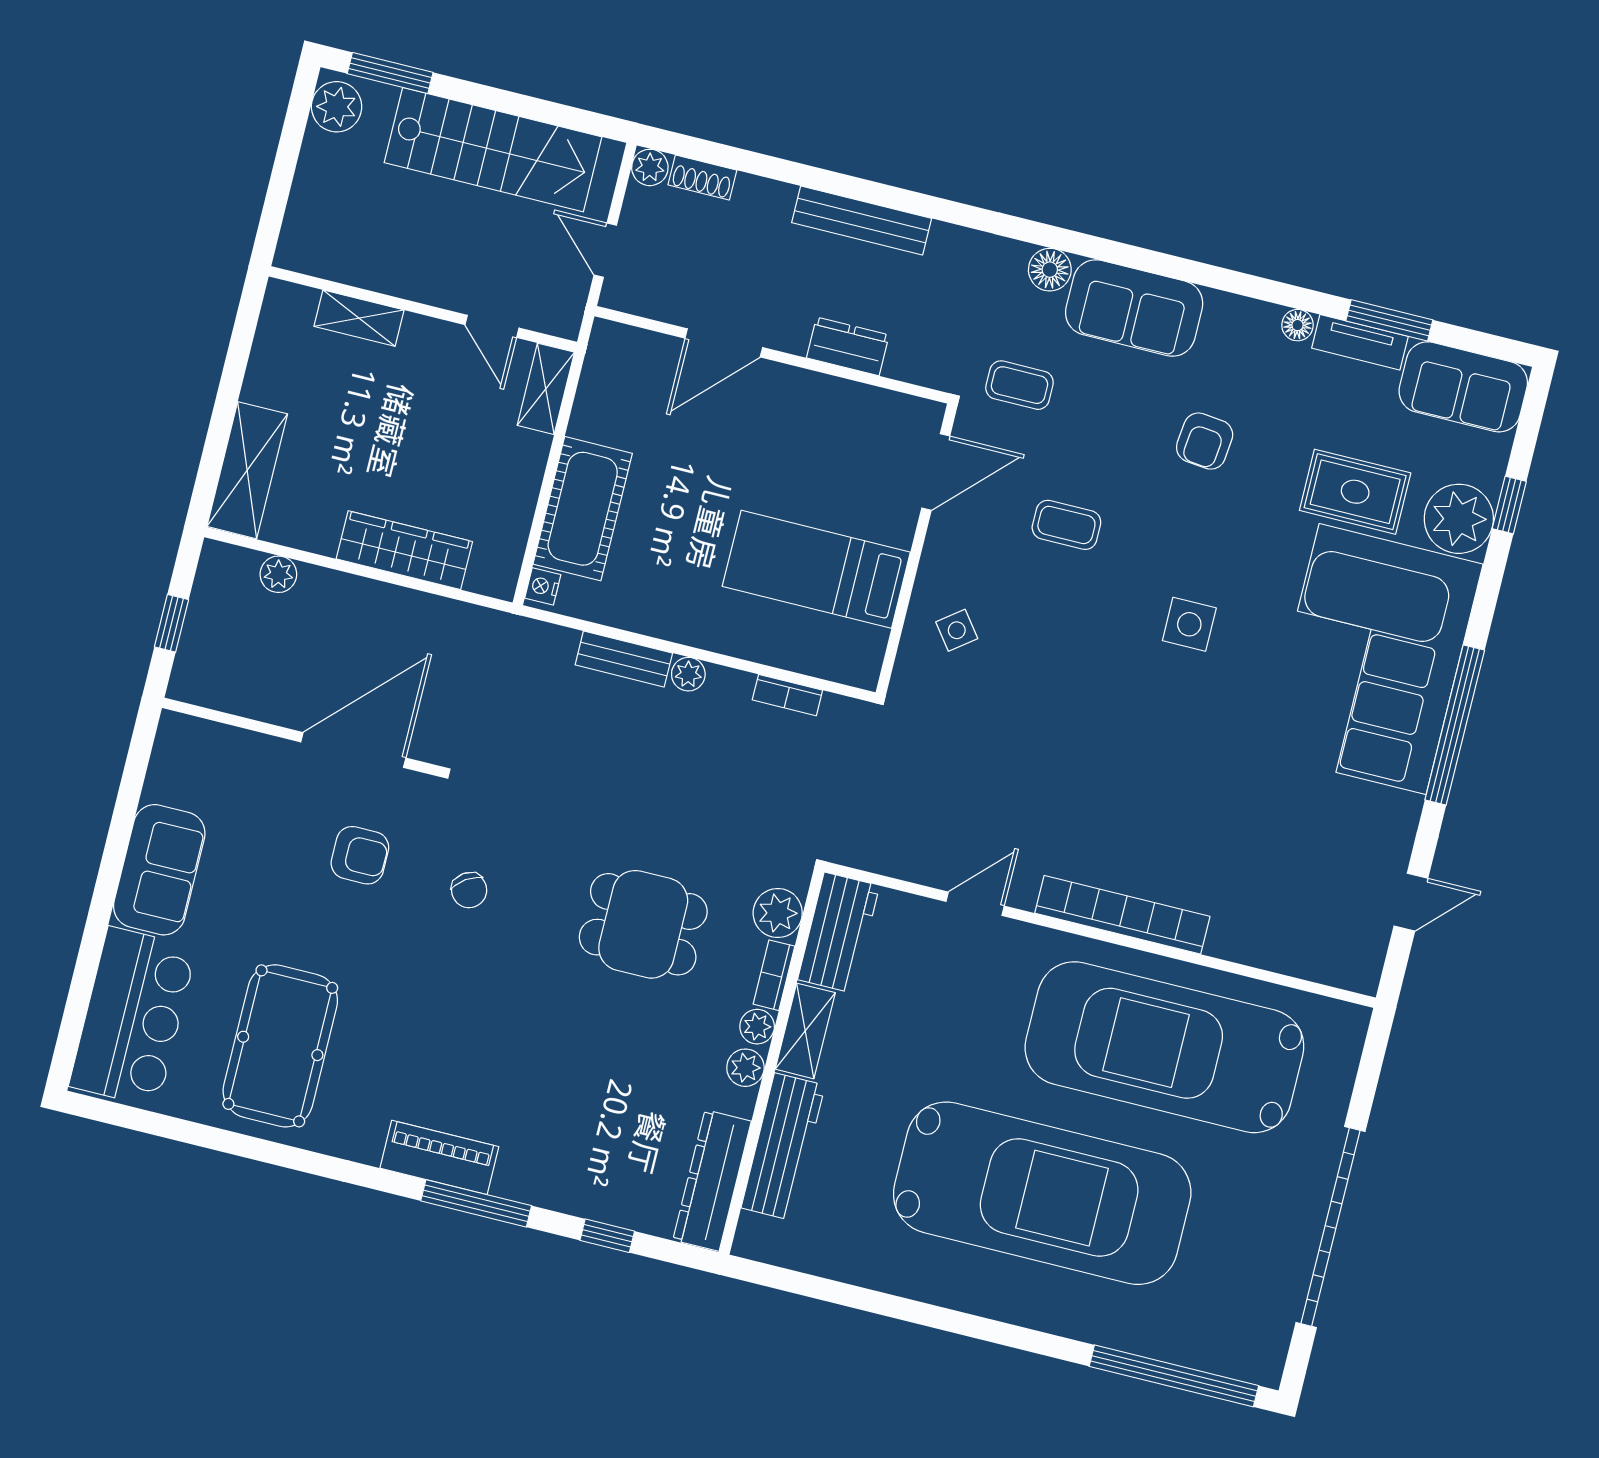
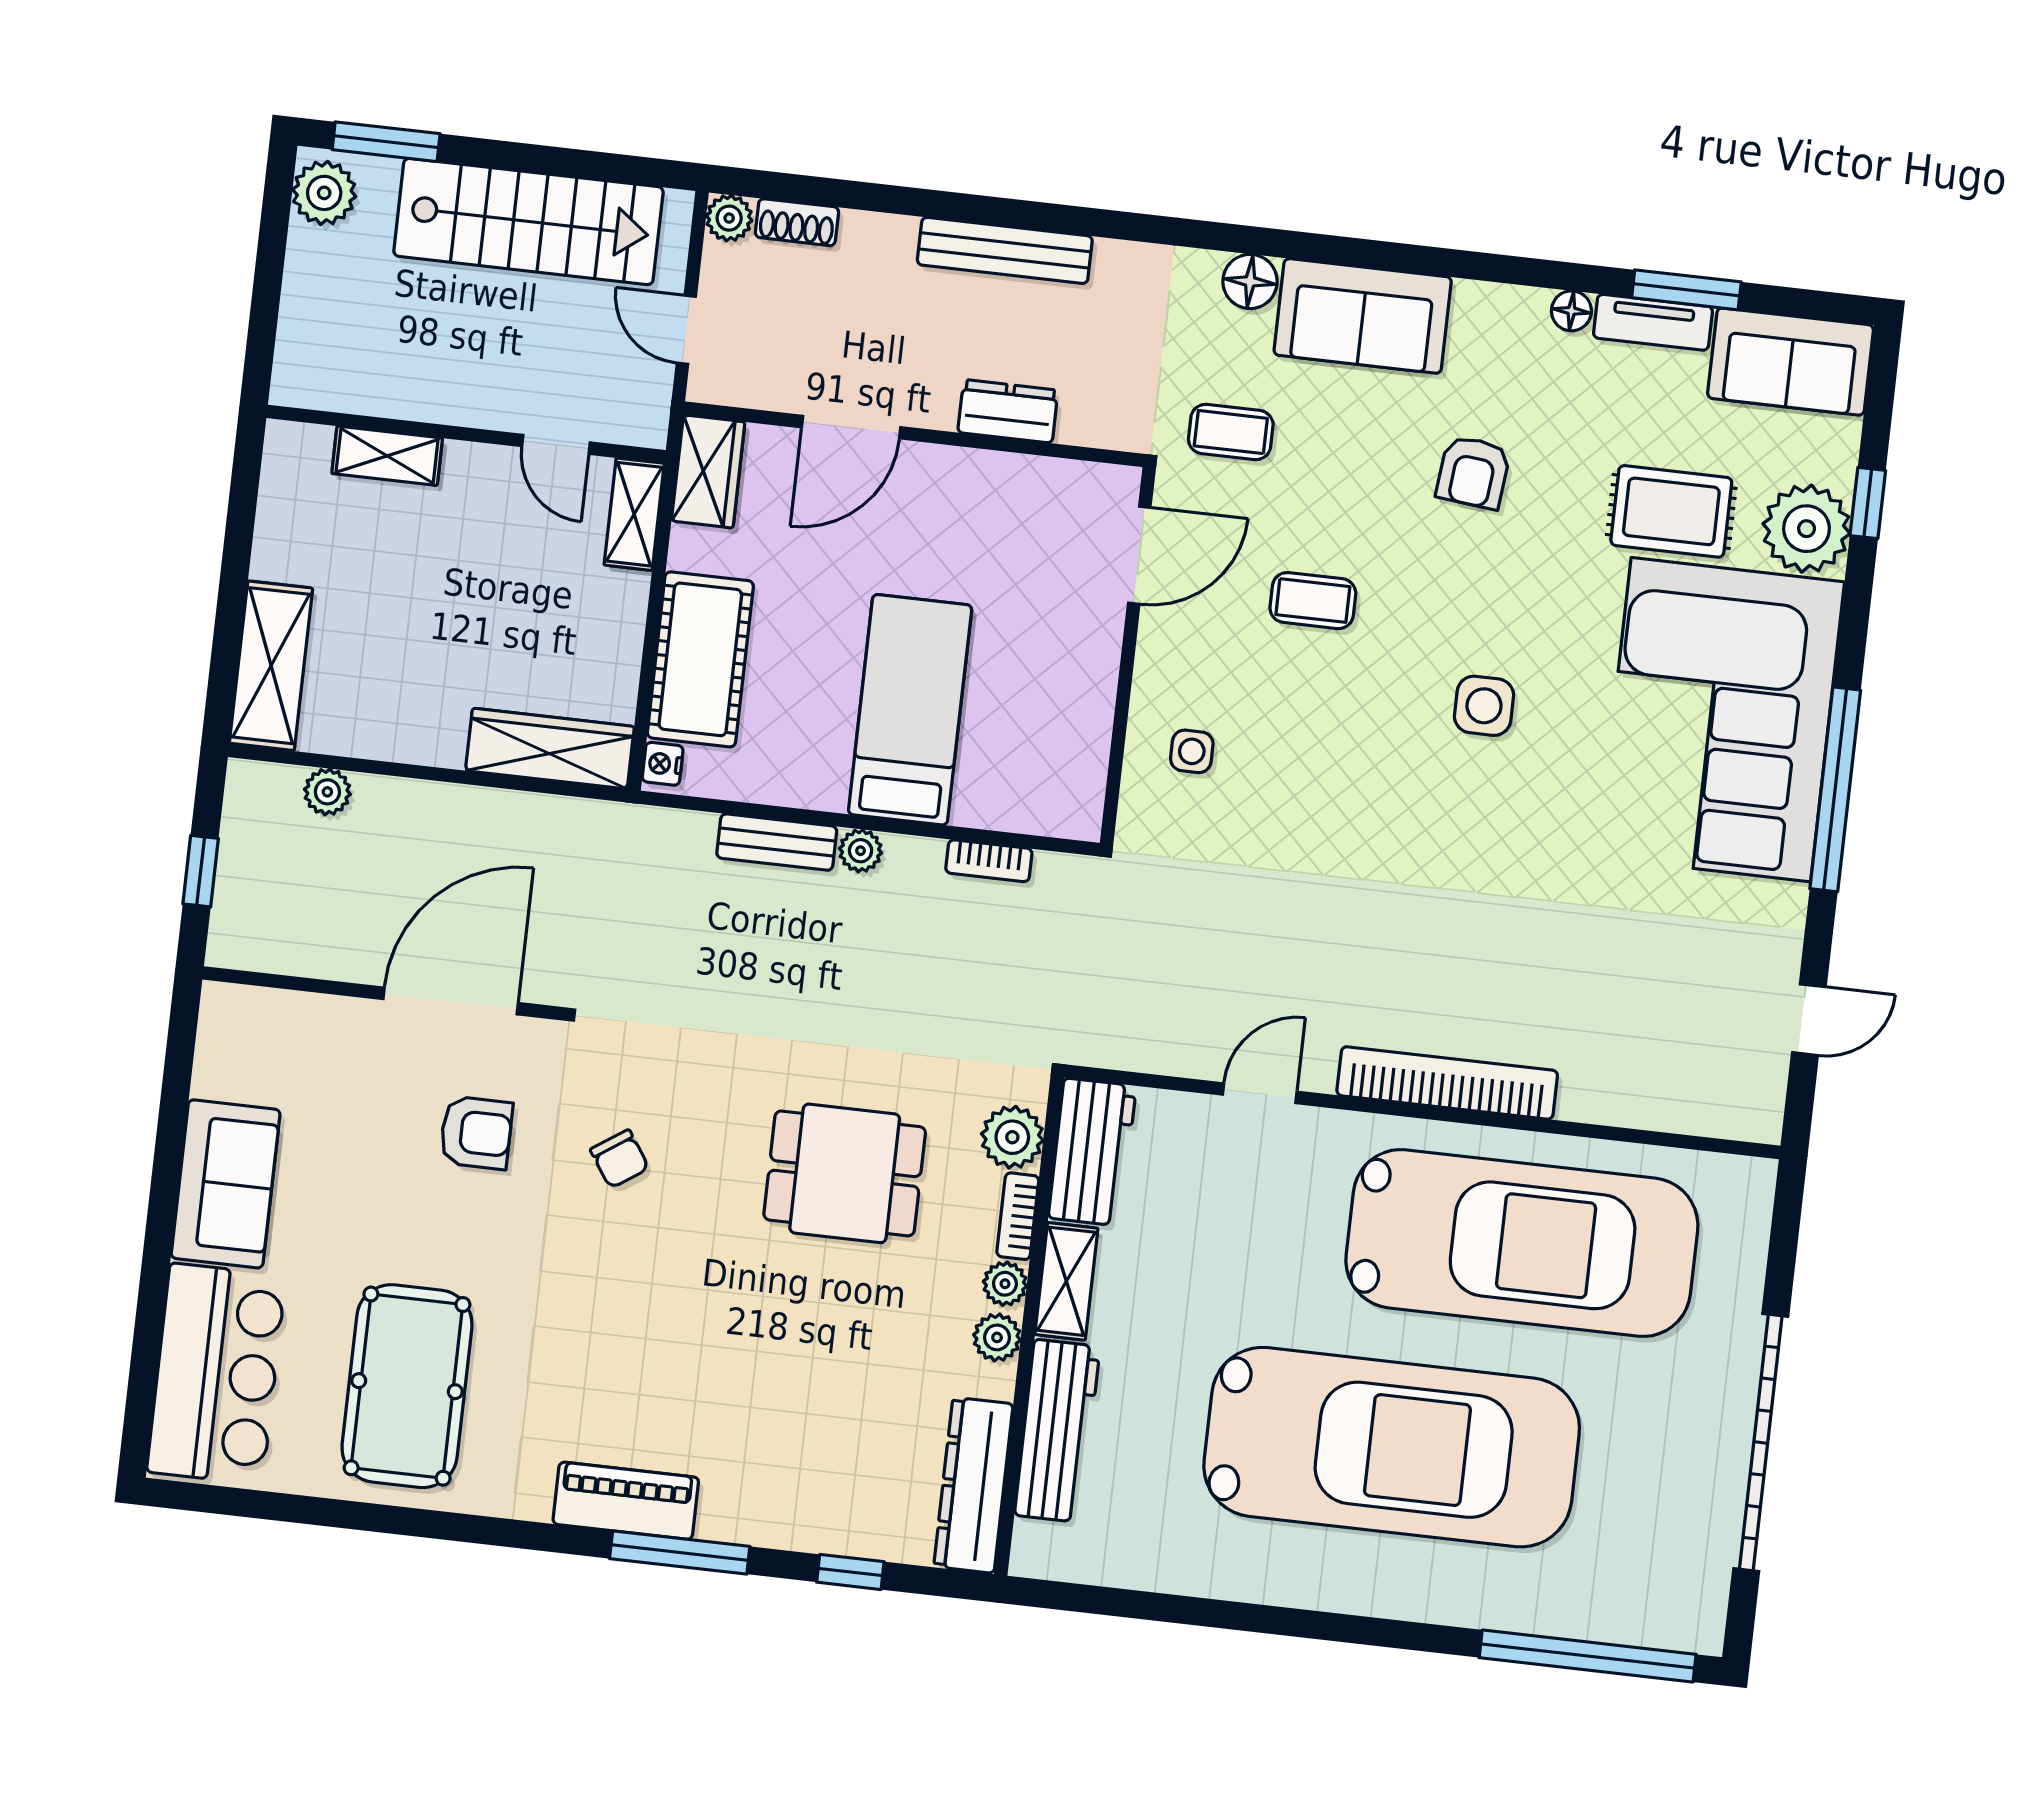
wardrobe: (608, 363) -> (708, 471), added
wardrobe: (404, 550) -> (550, 749), moved
bed: (816, 569) -> (910, 710), moved, turned 90
side table: (957, 630) -> (1192, 751), turned 37
car: (1164, 1047) -> (1522, 1243), turned 180

